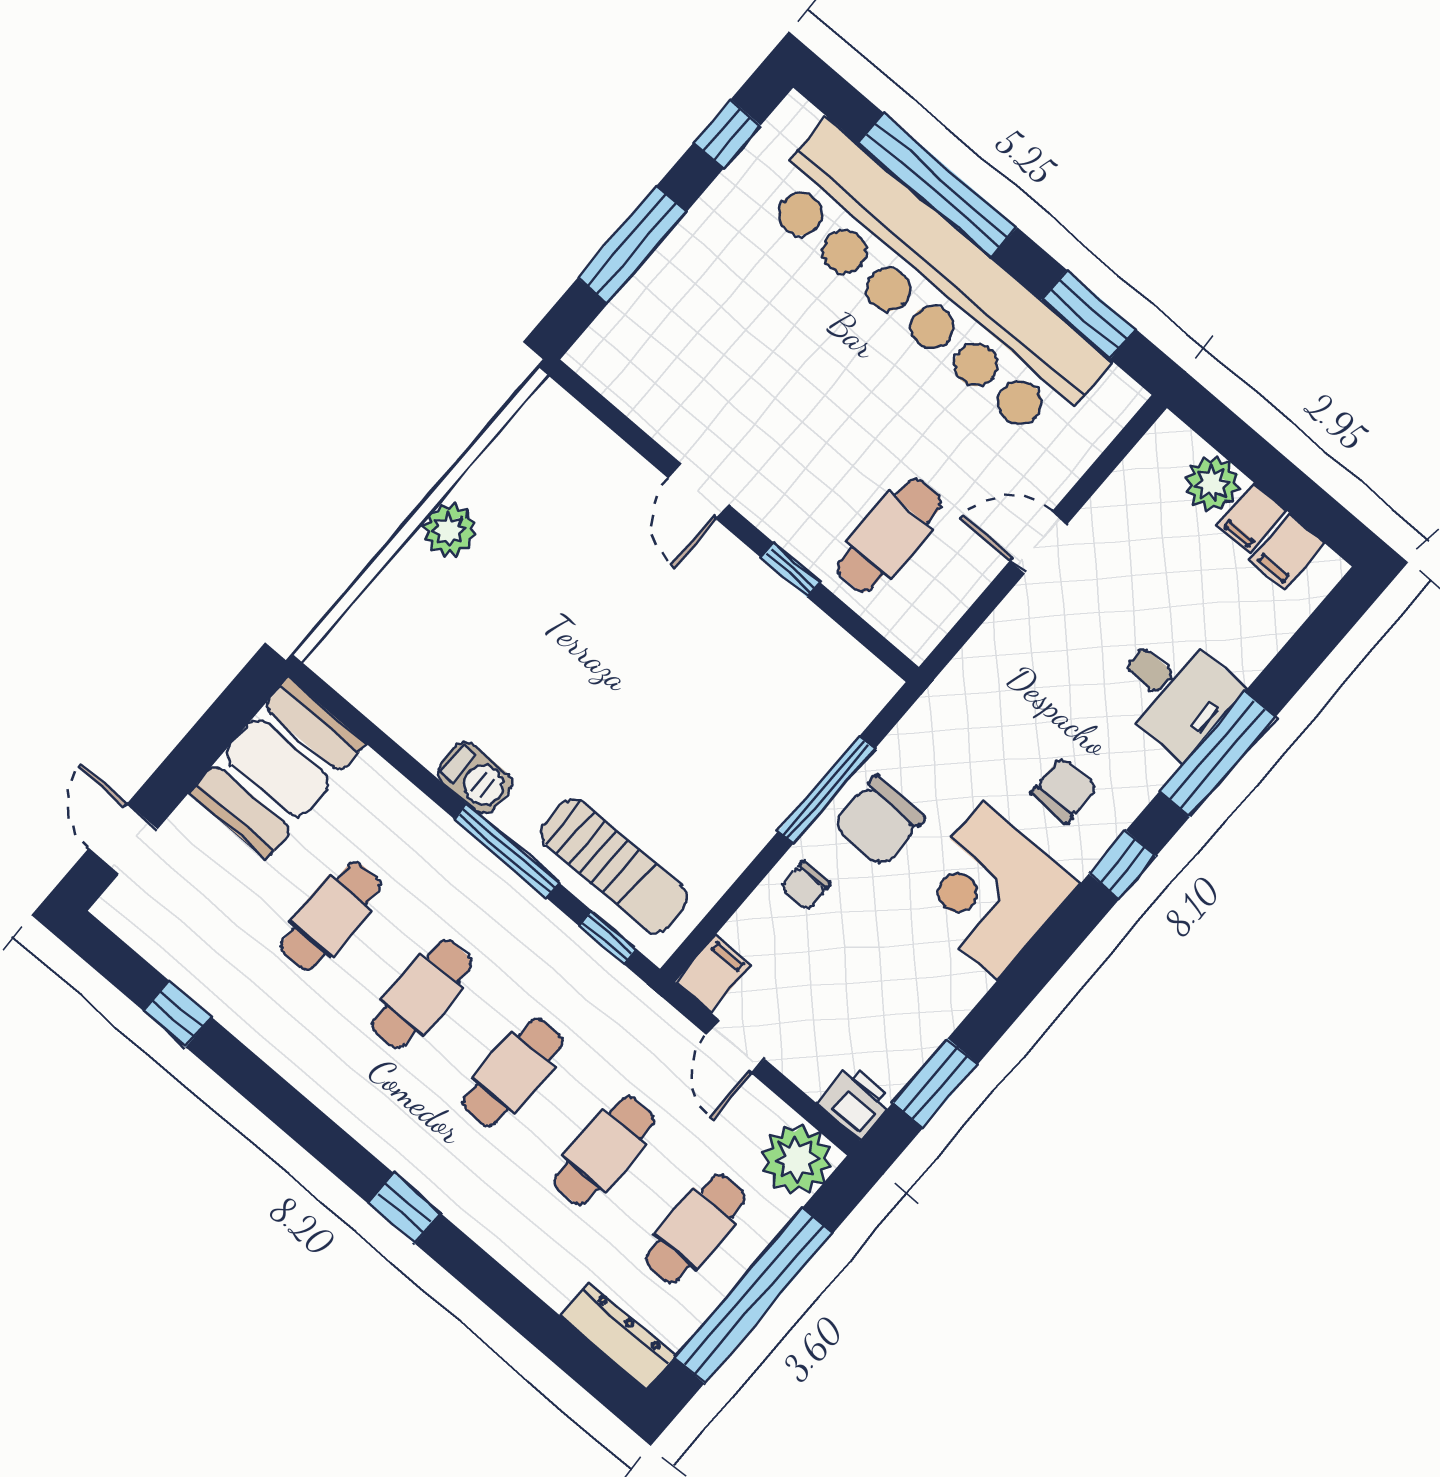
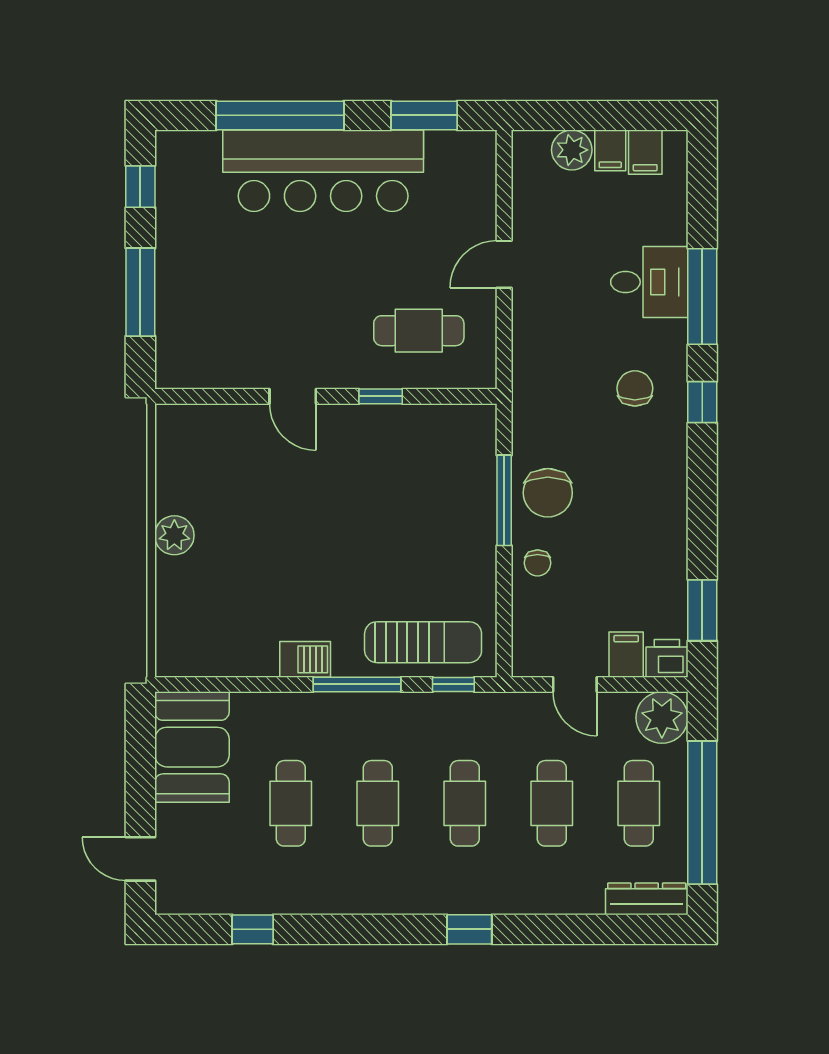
bar counter: (933, 282) -> (323, 171), width x0.73
cafe table: (889, 535) -> (419, 331), turned 90
corner desk: (990, 890) -> (641, 478), removed
filing cabinet: (713, 973) -> (626, 655), moved

